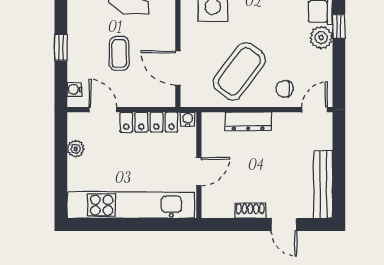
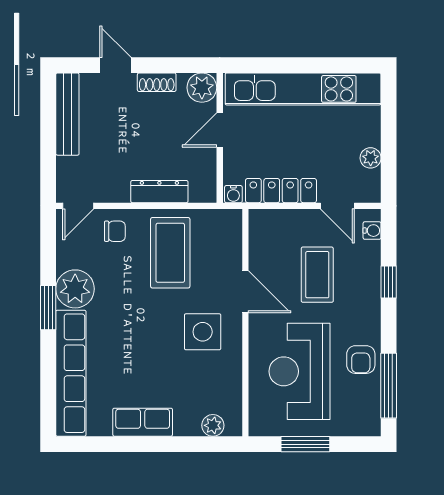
window: (339, 26) -> (48, 308), width x1.50
plant: (321, 38) -> (75, 289), width x1.36, depth x1.36
coffee table: (119, 53) -> (317, 275), width x1.36, depth x1.30
door: (178, 68) -> (245, 292), moved
coffee table: (239, 71) -> (170, 253), turned -37
plant: (213, 206) -> (202, 88), added

